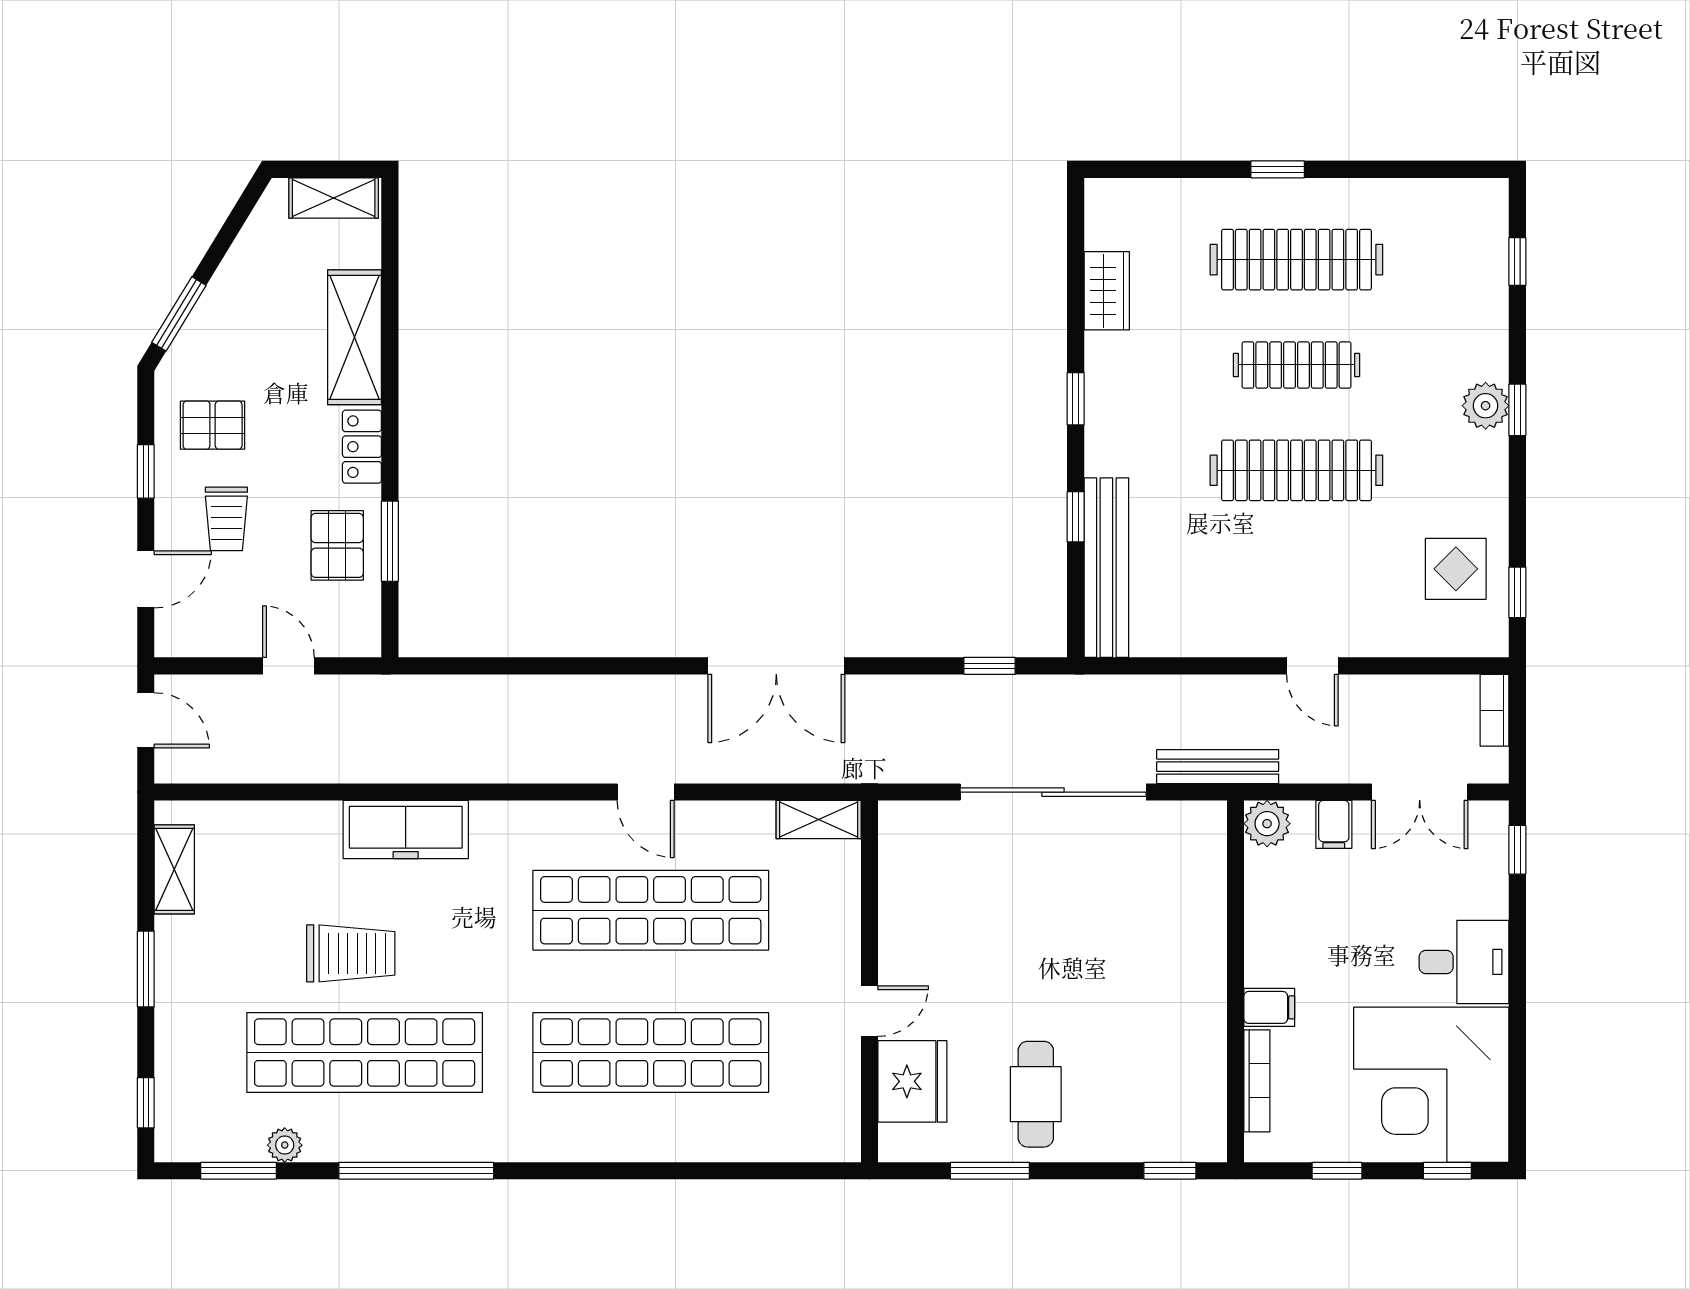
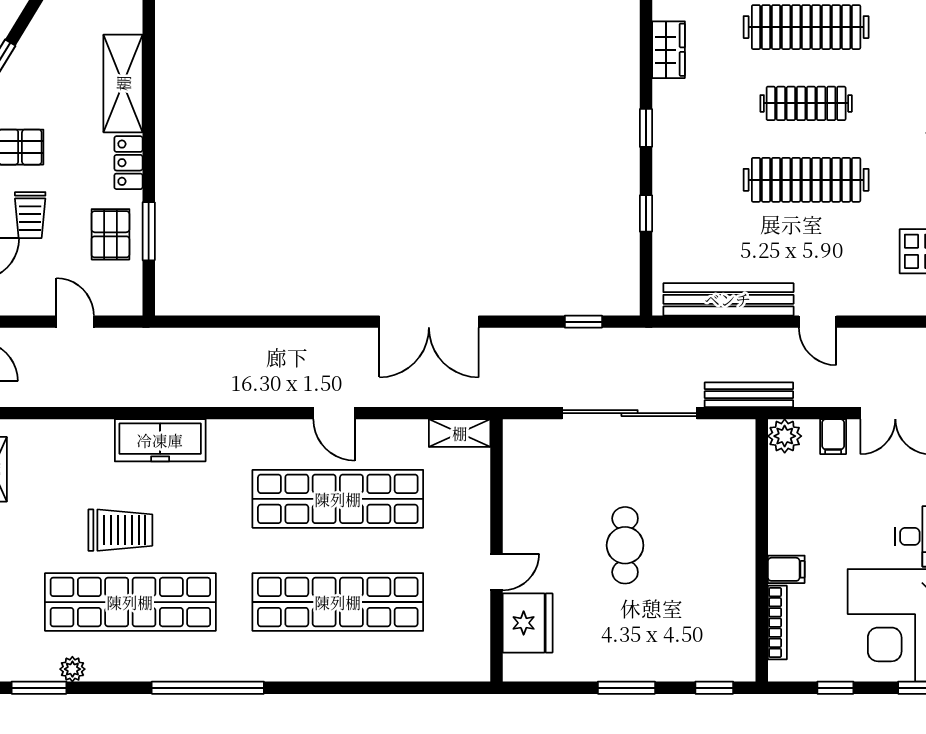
bench: (1106, 568) -> (728, 299), moved, turned 90
cafe table: (1036, 1094) -> (625, 545), moved
window: (416, 1171) -> (208, 688), moved
window: (990, 1171) -> (626, 688), moved

